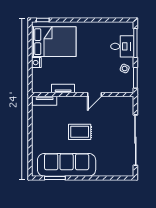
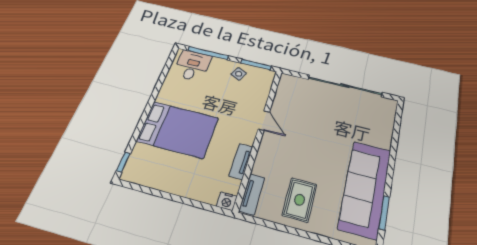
bed: (54, 42) -> (178, 129), moved, turned 90
desk: (122, 46) -> (192, 66), moved
nightstand: (36, 63) -> (227, 201), moved
rug: (80, 132) -> (299, 200), moved

